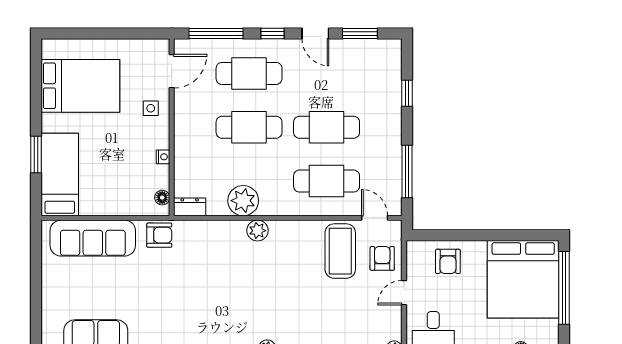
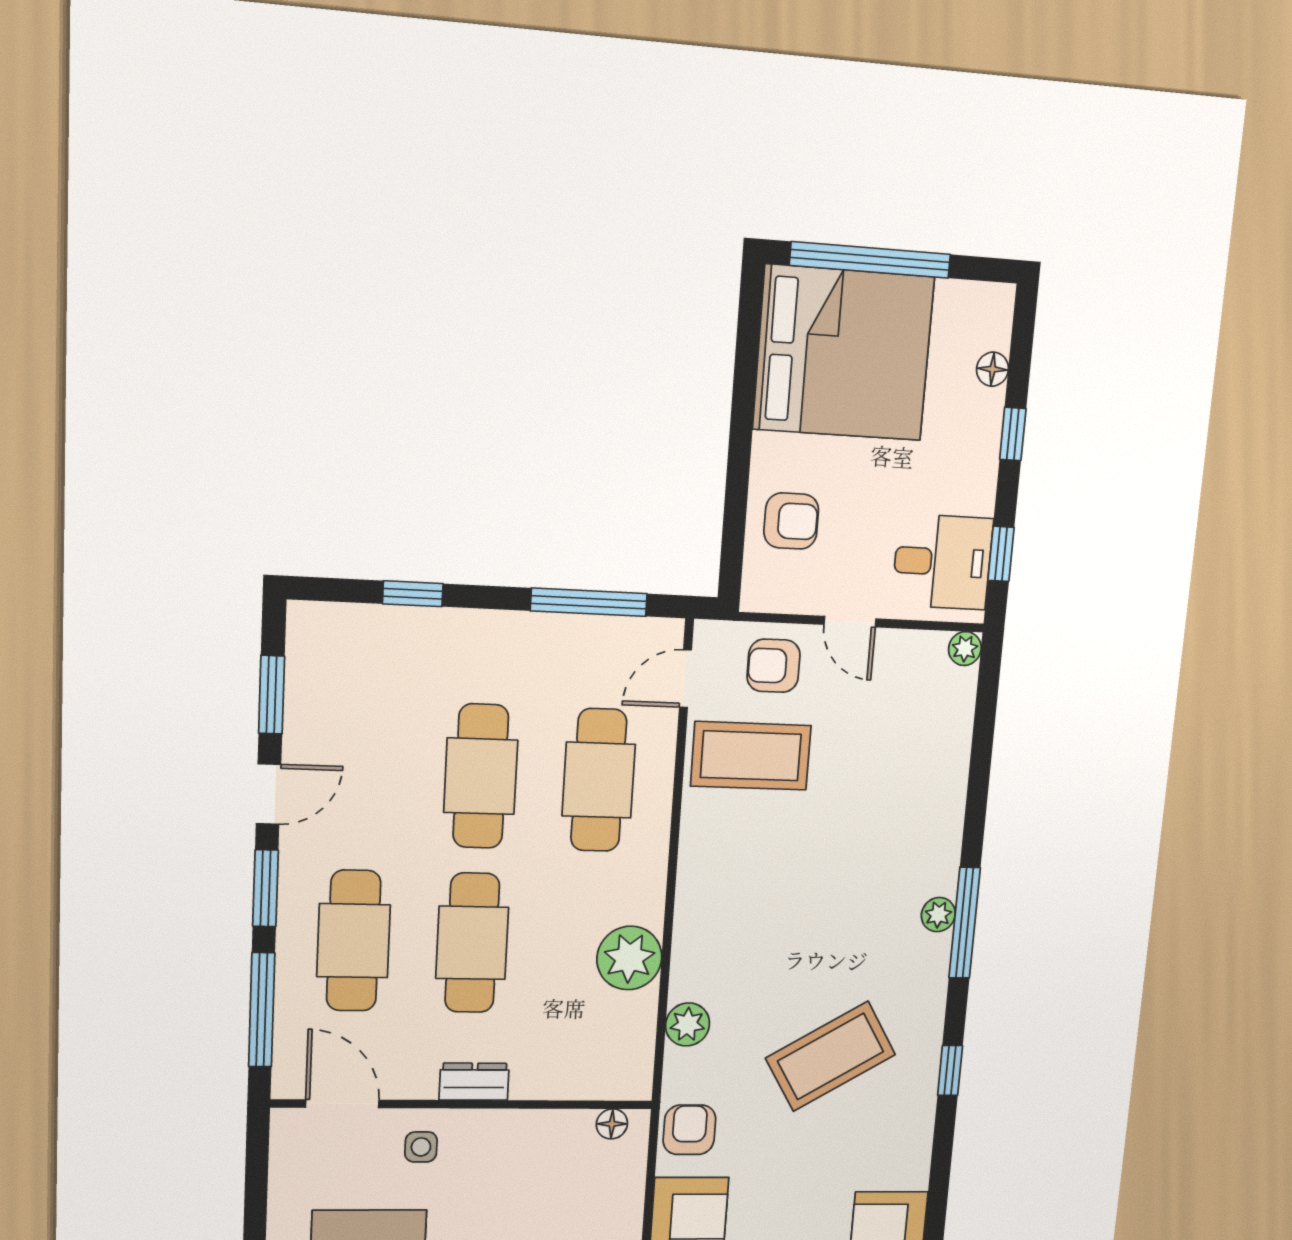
window: (273, 33) -> (265, 888), width x1.50
nightstand: (163, 157) -> (526, 1122), removed
dresser: (190, 207) -> (474, 1082), moved, turned 90
plant: (258, 231) -> (688, 1024), moved
coffee table: (196, 301) -> (831, 1056), added

